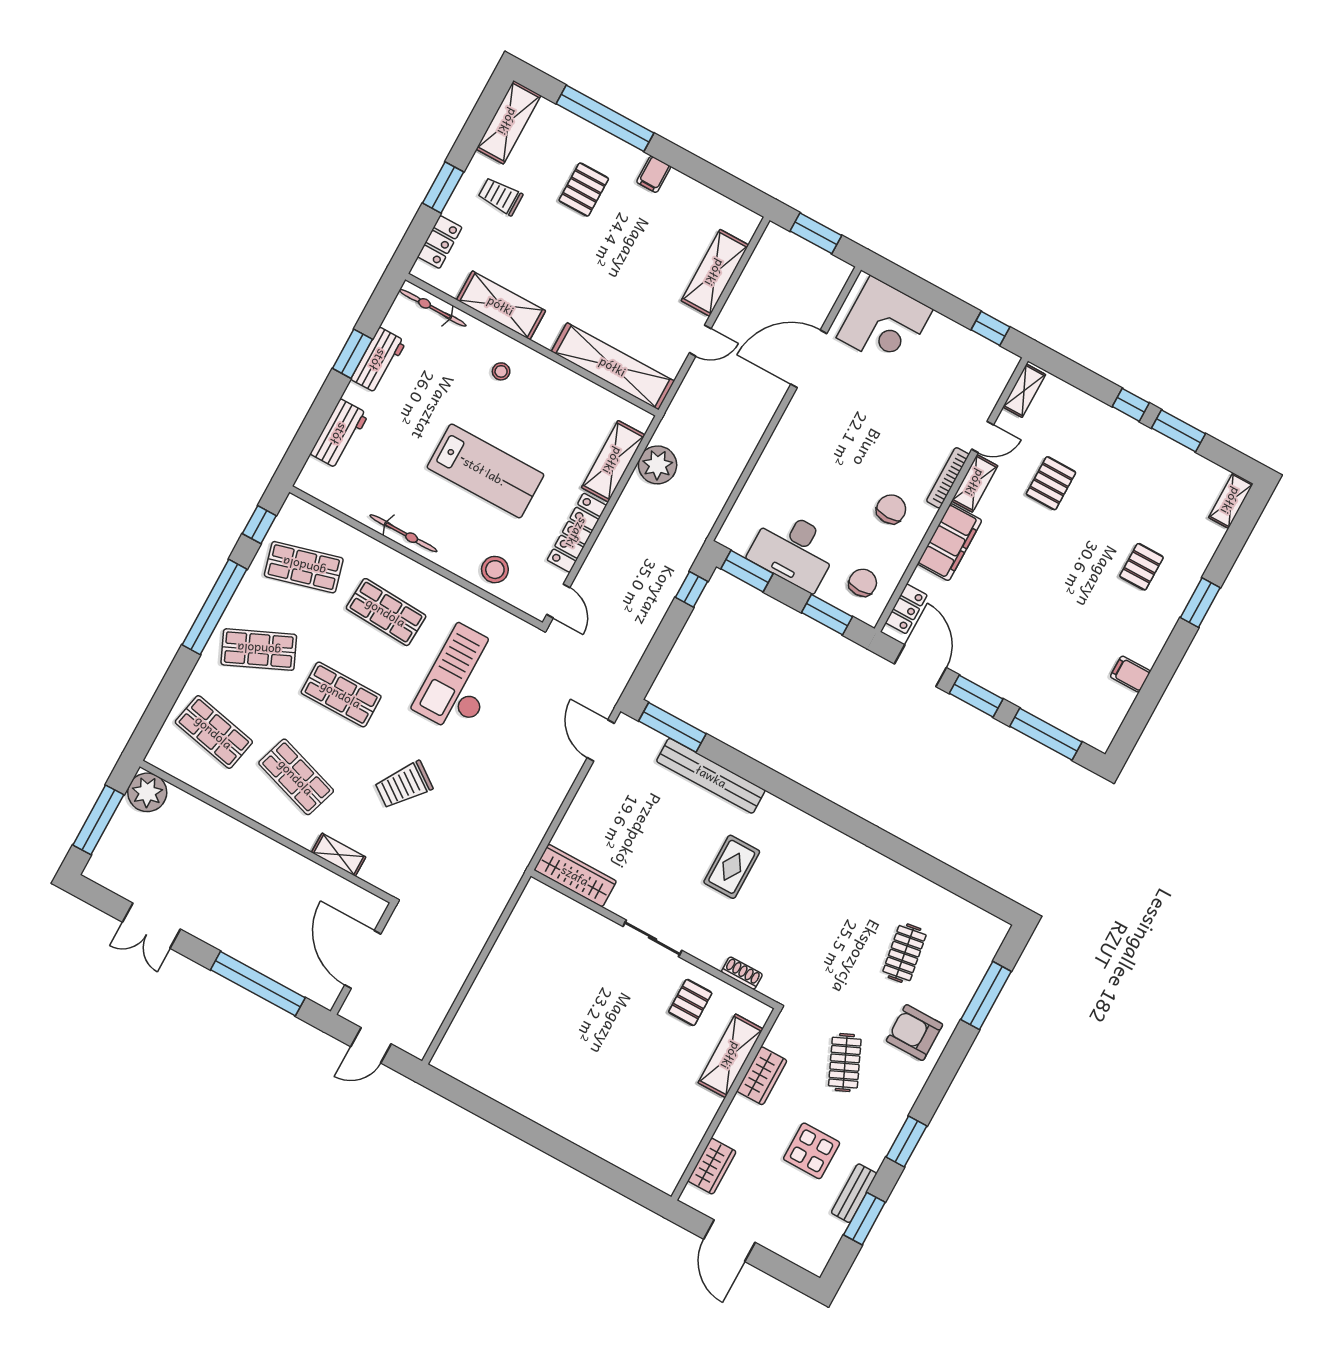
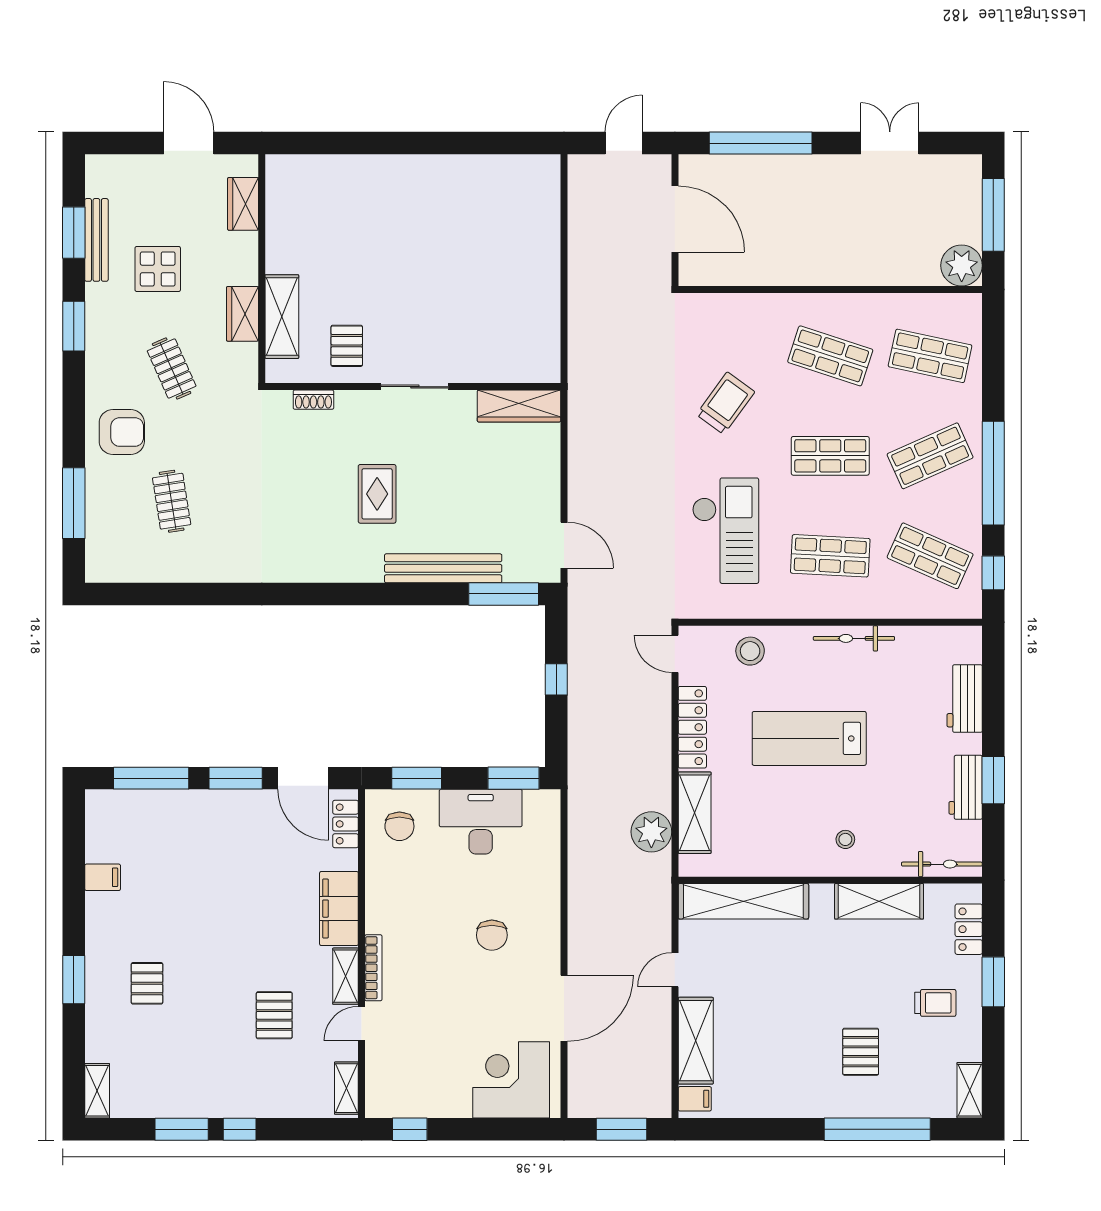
shelving: (508, 122) -> (970, 1090), width x0.67, depth x0.75
filing cabinet: (654, 174) -> (695, 1099), moved, turned 90
chair: (891, 509) -> (492, 935), moved
shop shelf: (304, 567) -> (930, 556), turned 39
window: (691, 589) -> (556, 679), moved
shelving: (339, 855) -> (751, 305), removed
bench: (854, 1193) -> (96, 240), width x1.36

